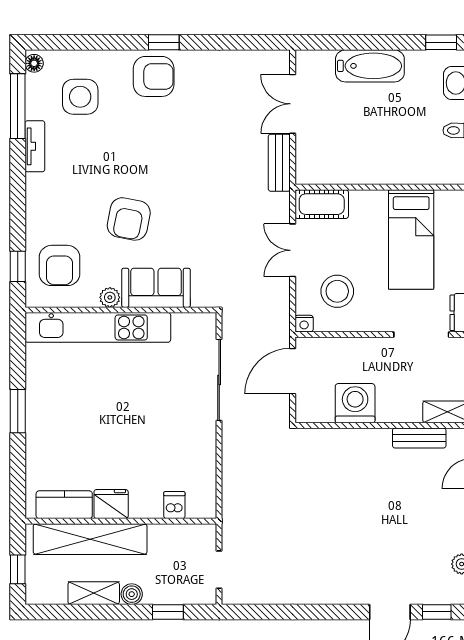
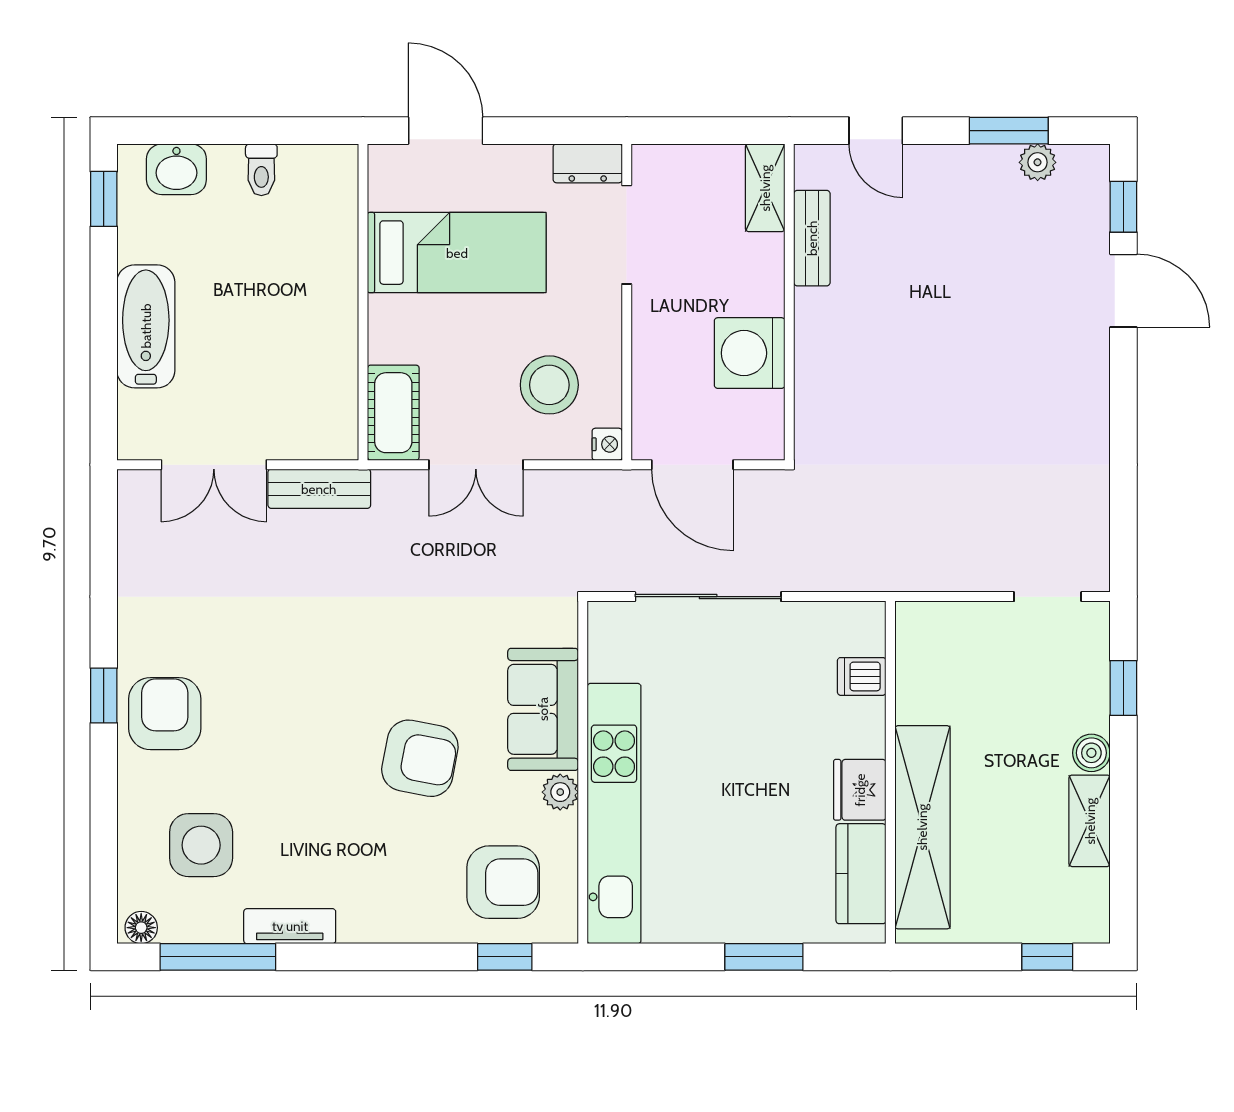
fridge: (111, 504) -> (860, 790), moved
kitchen counter: (64, 505) -> (861, 874), moved
dishwasher: (174, 505) -> (862, 676), moved
wall: (121, 521) -> (890, 772), moved
shelving: (90, 539) -> (922, 827), moved

